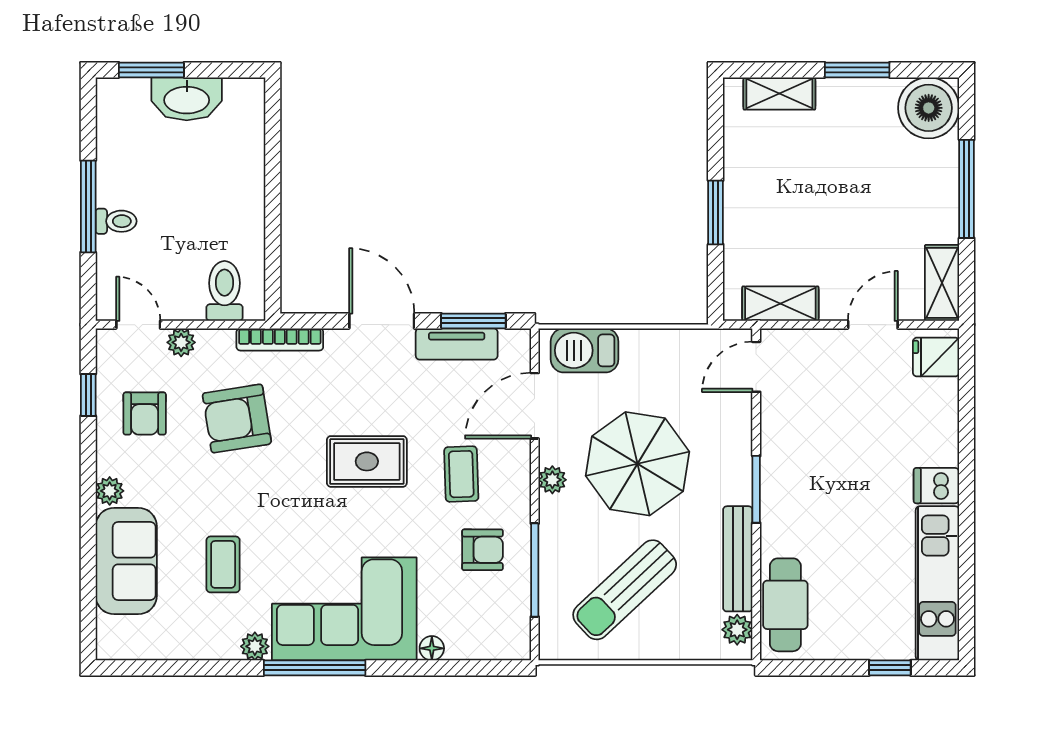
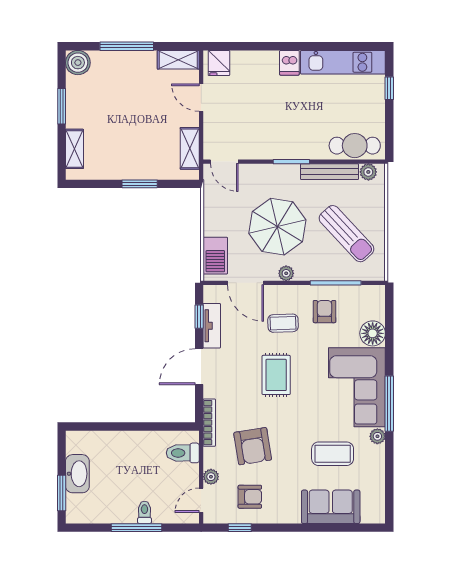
boiler: (929, 108) -> (78, 63), width x0.73, depth x0.73
window: (473, 321) -> (199, 317), width x0.67
plant: (110, 491) -> (292, 516), removed
coffee table: (223, 564) -> (333, 454), width x1.36, depth x1.30
floor lamp: (432, 648) -> (373, 333), width x1.89, depth x1.89

